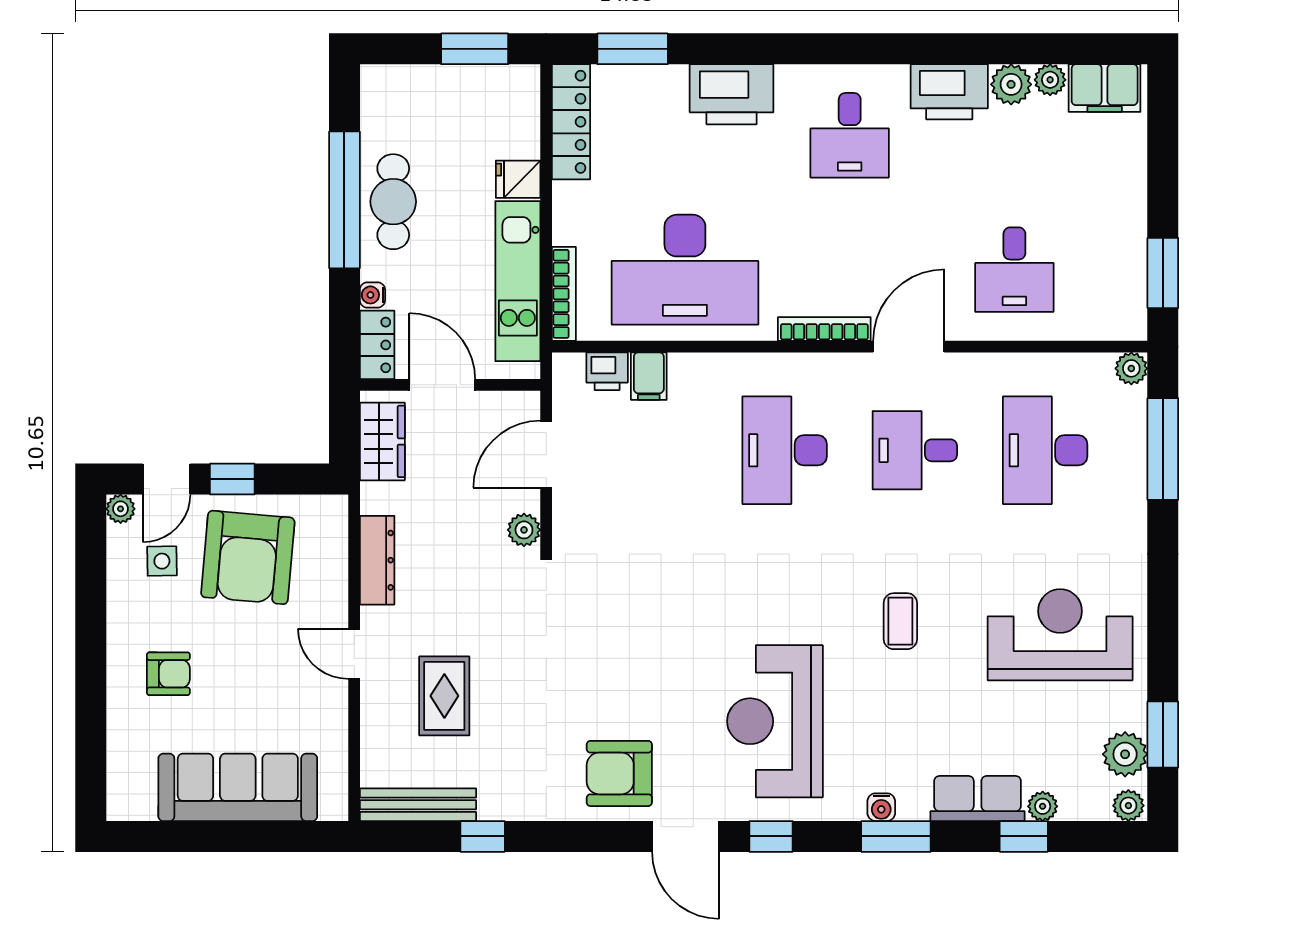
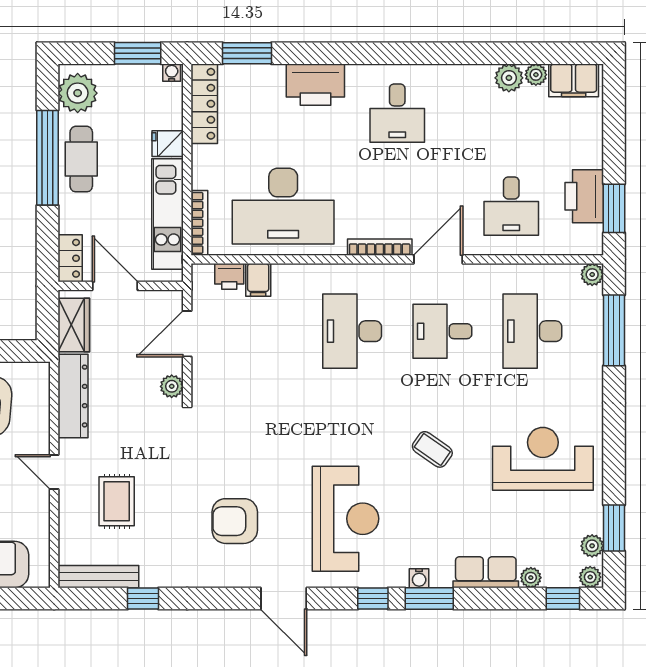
printer: (949, 92) -> (584, 196), moved, turned 90
plant: (388, 106) -> (78, 93), added
water cooler: (372, 295) -> (172, 73), moved, turned 90
dresser: (377, 560) -> (73, 396), width x1.37, depth x1.24
coffee table: (900, 621) -> (432, 449), turned -55
reception desk: (775, 721) -> (345, 519), turned 180
plant: (1125, 754) -> (592, 546), width x0.73, depth x0.73
armchair: (619, 773) -> (235, 521), moved
window: (771, 836) -> (373, 598), moved
window: (1024, 836) -> (563, 598), moved

